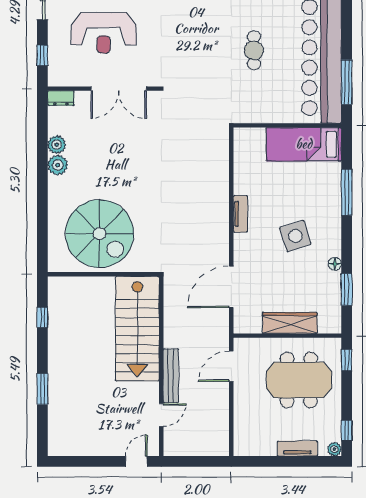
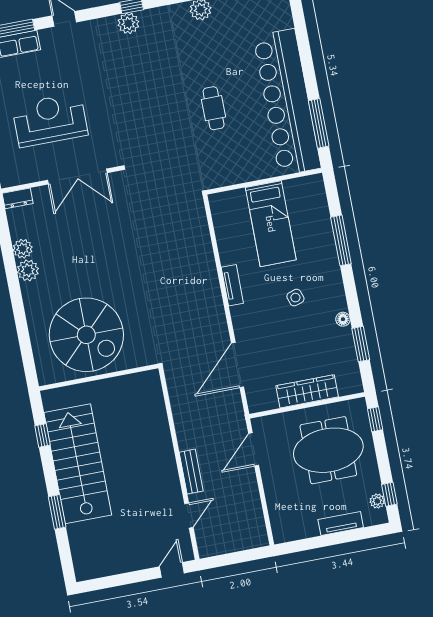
reception desk: (104, 33) -> (50, 120), turned 180
bed: (304, 144) -> (271, 224), moved, turned -90
side table: (295, 236) -> (295, 298), width x0.54, depth x0.54
stairs: (137, 329) -> (78, 464), moved, turned 180
bench: (171, 376) -> (191, 472), width x0.73
plant: (334, 449) -> (377, 501), moved

